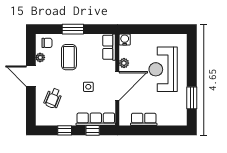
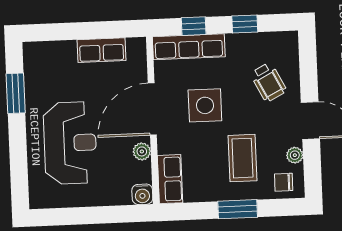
side table: (88, 87) -> (205, 105), width x1.87, depth x1.87
wheelchair: (53, 98) -> (268, 82), turned 131

